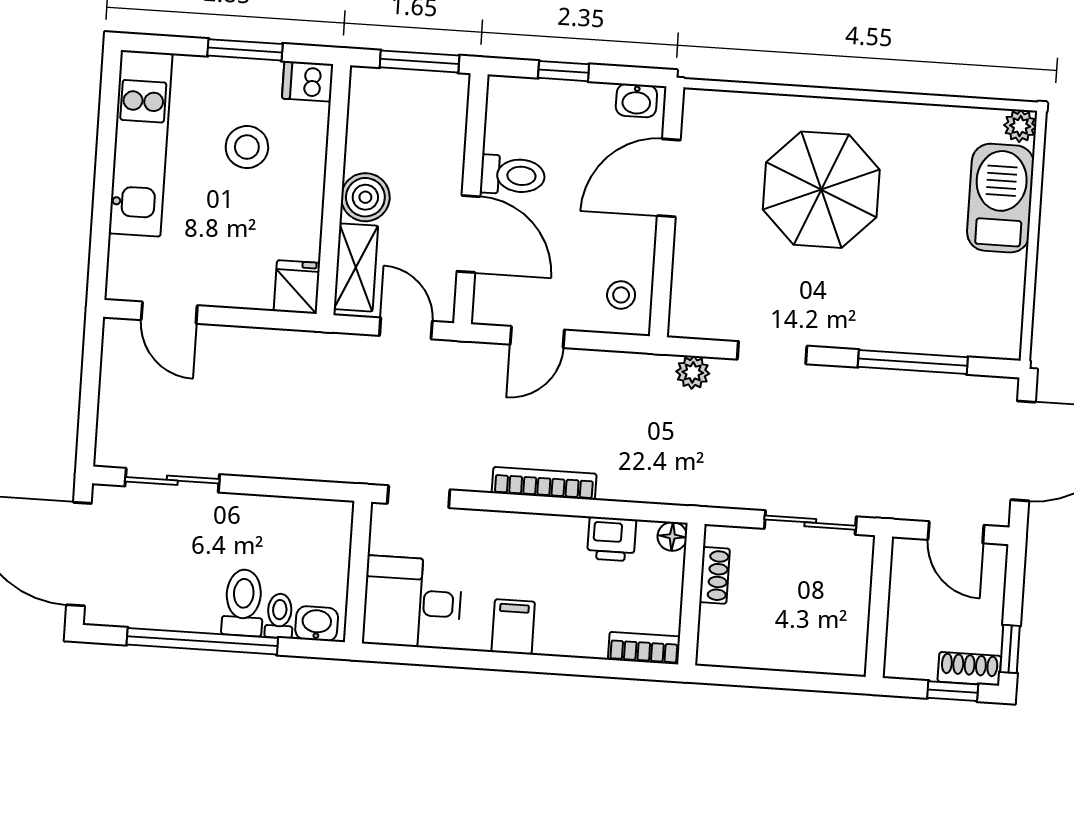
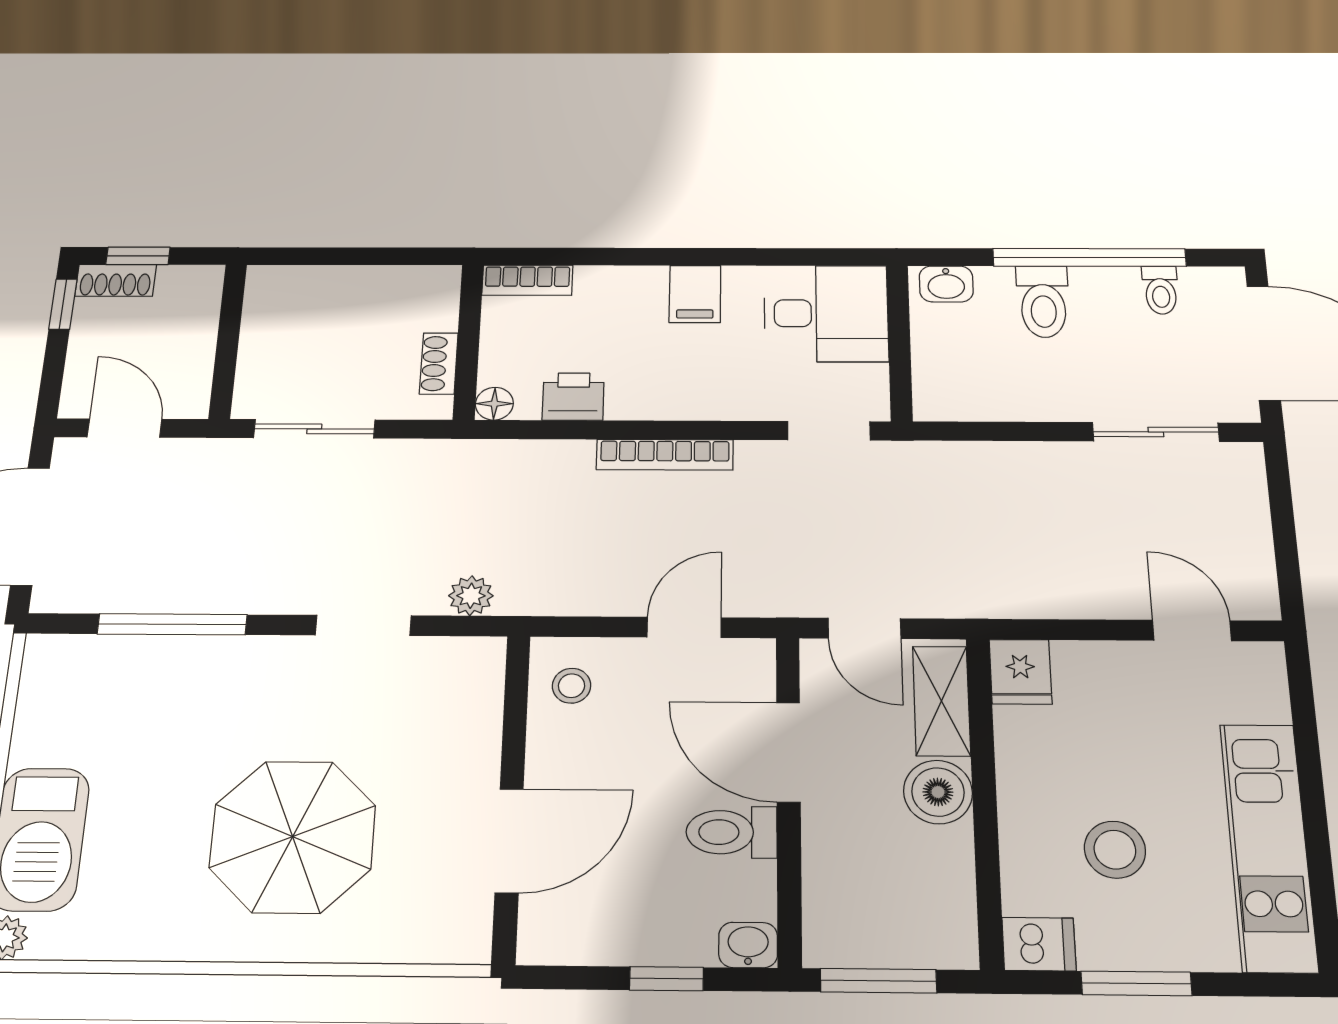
washbasin: (636, 101) -> (748, 945), moved
toilet: (279, 616) -> (1161, 290), moved

